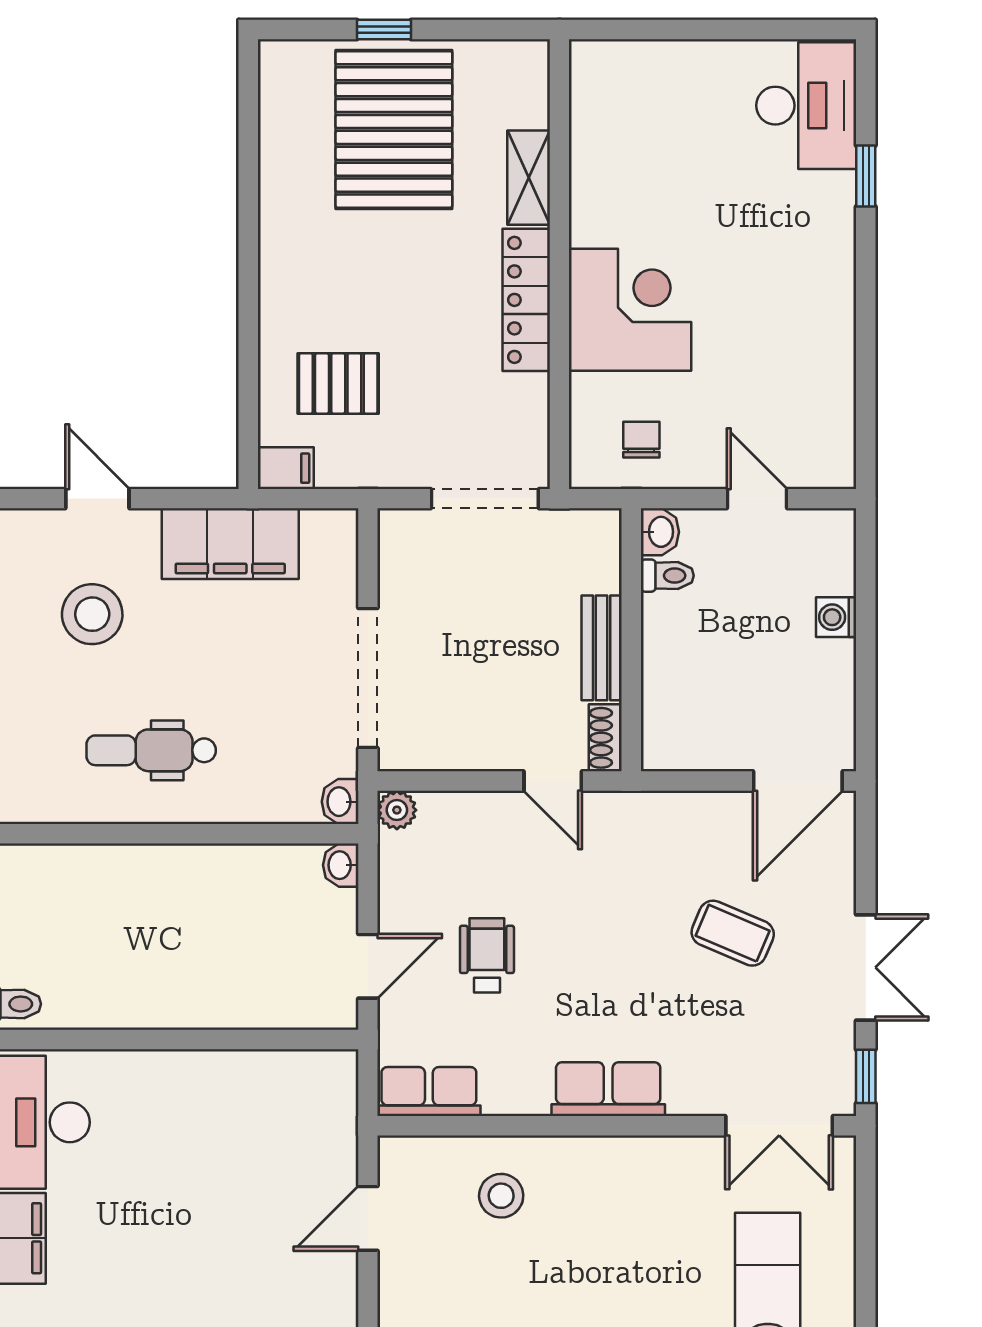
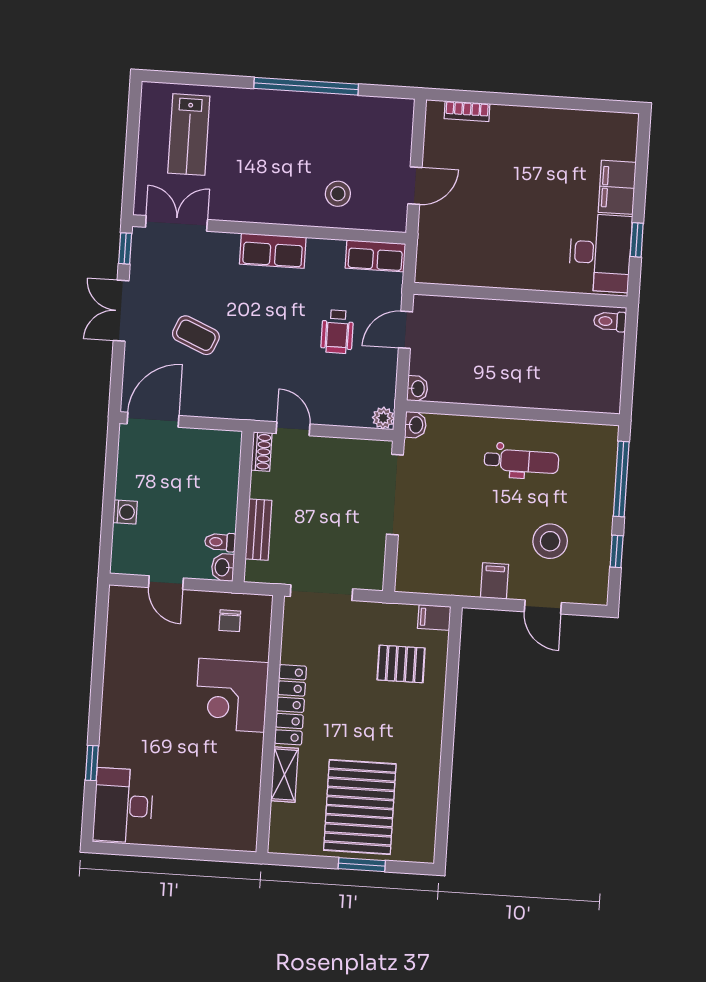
window: (384, 29) -> (362, 865), width x1.50
filing cabinet: (230, 544) -> (495, 581), width x0.33, depth x0.86
bench: (602, 648) -> (259, 530), moved

